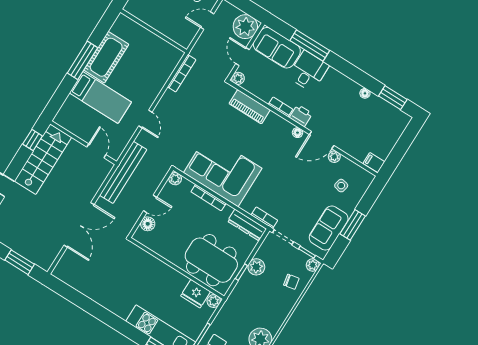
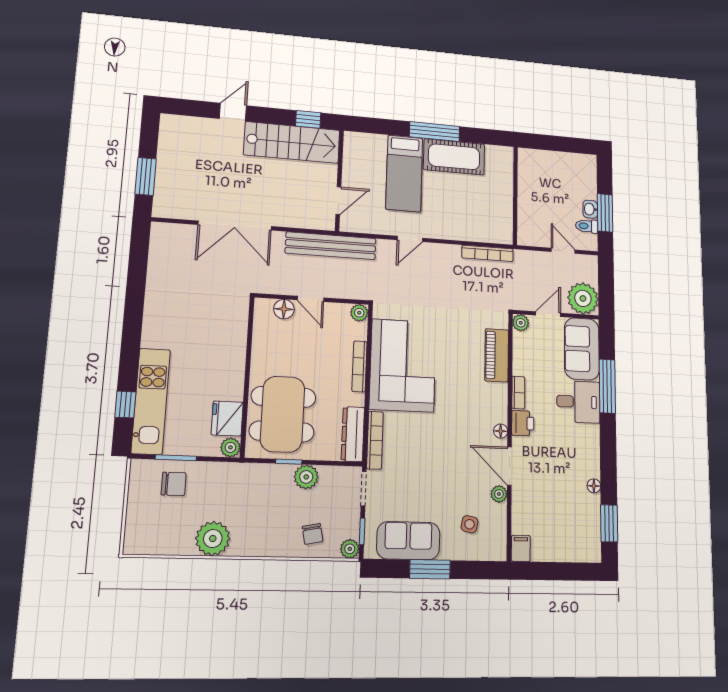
bookcase: (264, 218) -> (375, 440), width x1.56

